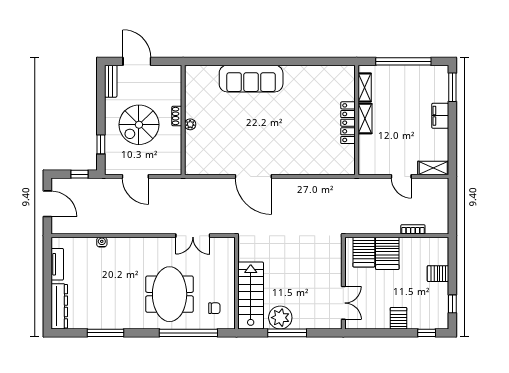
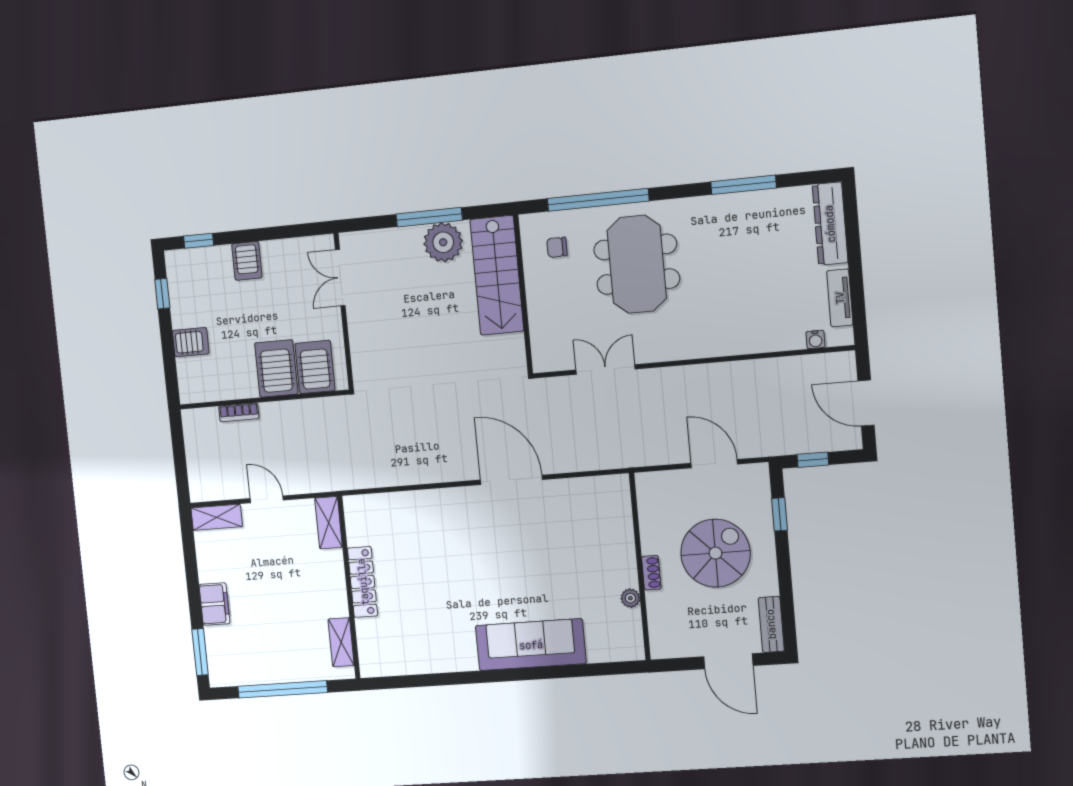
shelving: (365, 119) -> (329, 523), moved
plant: (190, 124) -> (630, 598), moved
water cooler: (102, 242) -> (815, 339), moved

